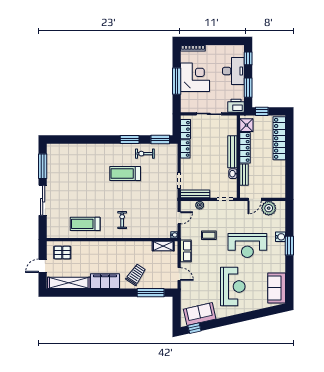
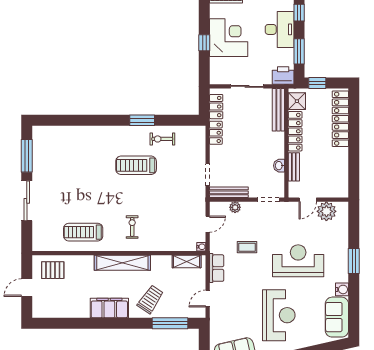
window: (177, 81) -> (204, 43), width x0.46
window: (160, 140) -> (183, 120), removed
bench: (232, 152) -> (278, 110), moved
water cooler: (280, 237) -> (342, 289), moved
reception desk: (247, 245) -> (298, 261), turned 180
door: (179, 274) -> (208, 299), swing flipped
shelving: (69, 283) -> (122, 263), moved

